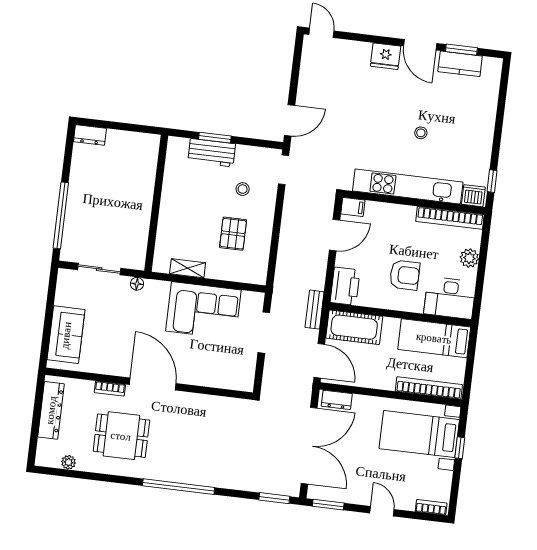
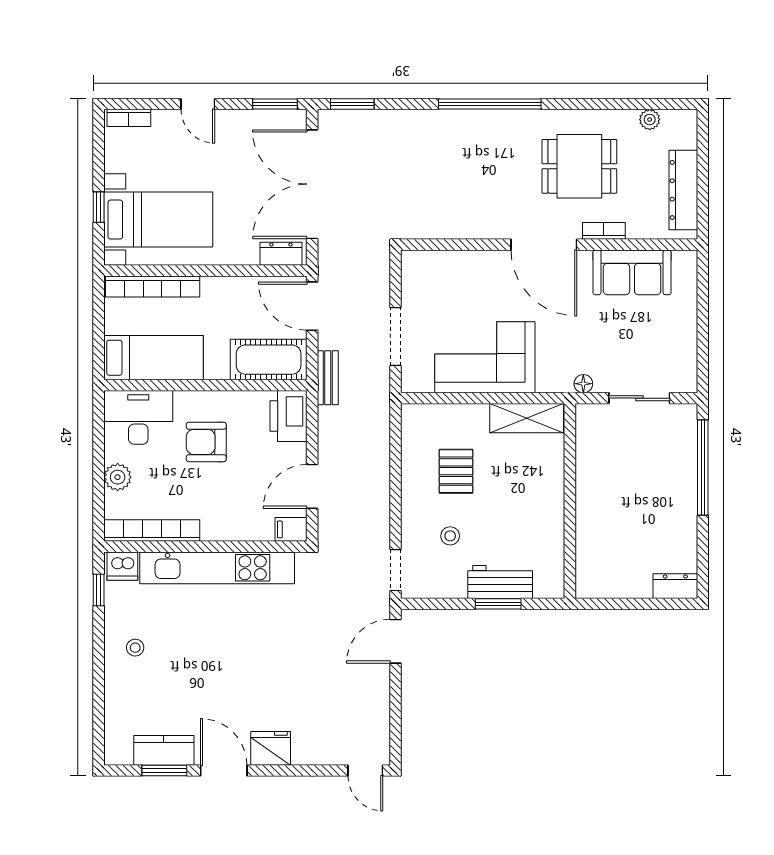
stool: (421, 133) -> (135, 648), moved
shelving: (188, 268) -> (527, 418), width x1.50, depth x1.33
sofa: (66, 335) -> (632, 272), moved, turned -90

